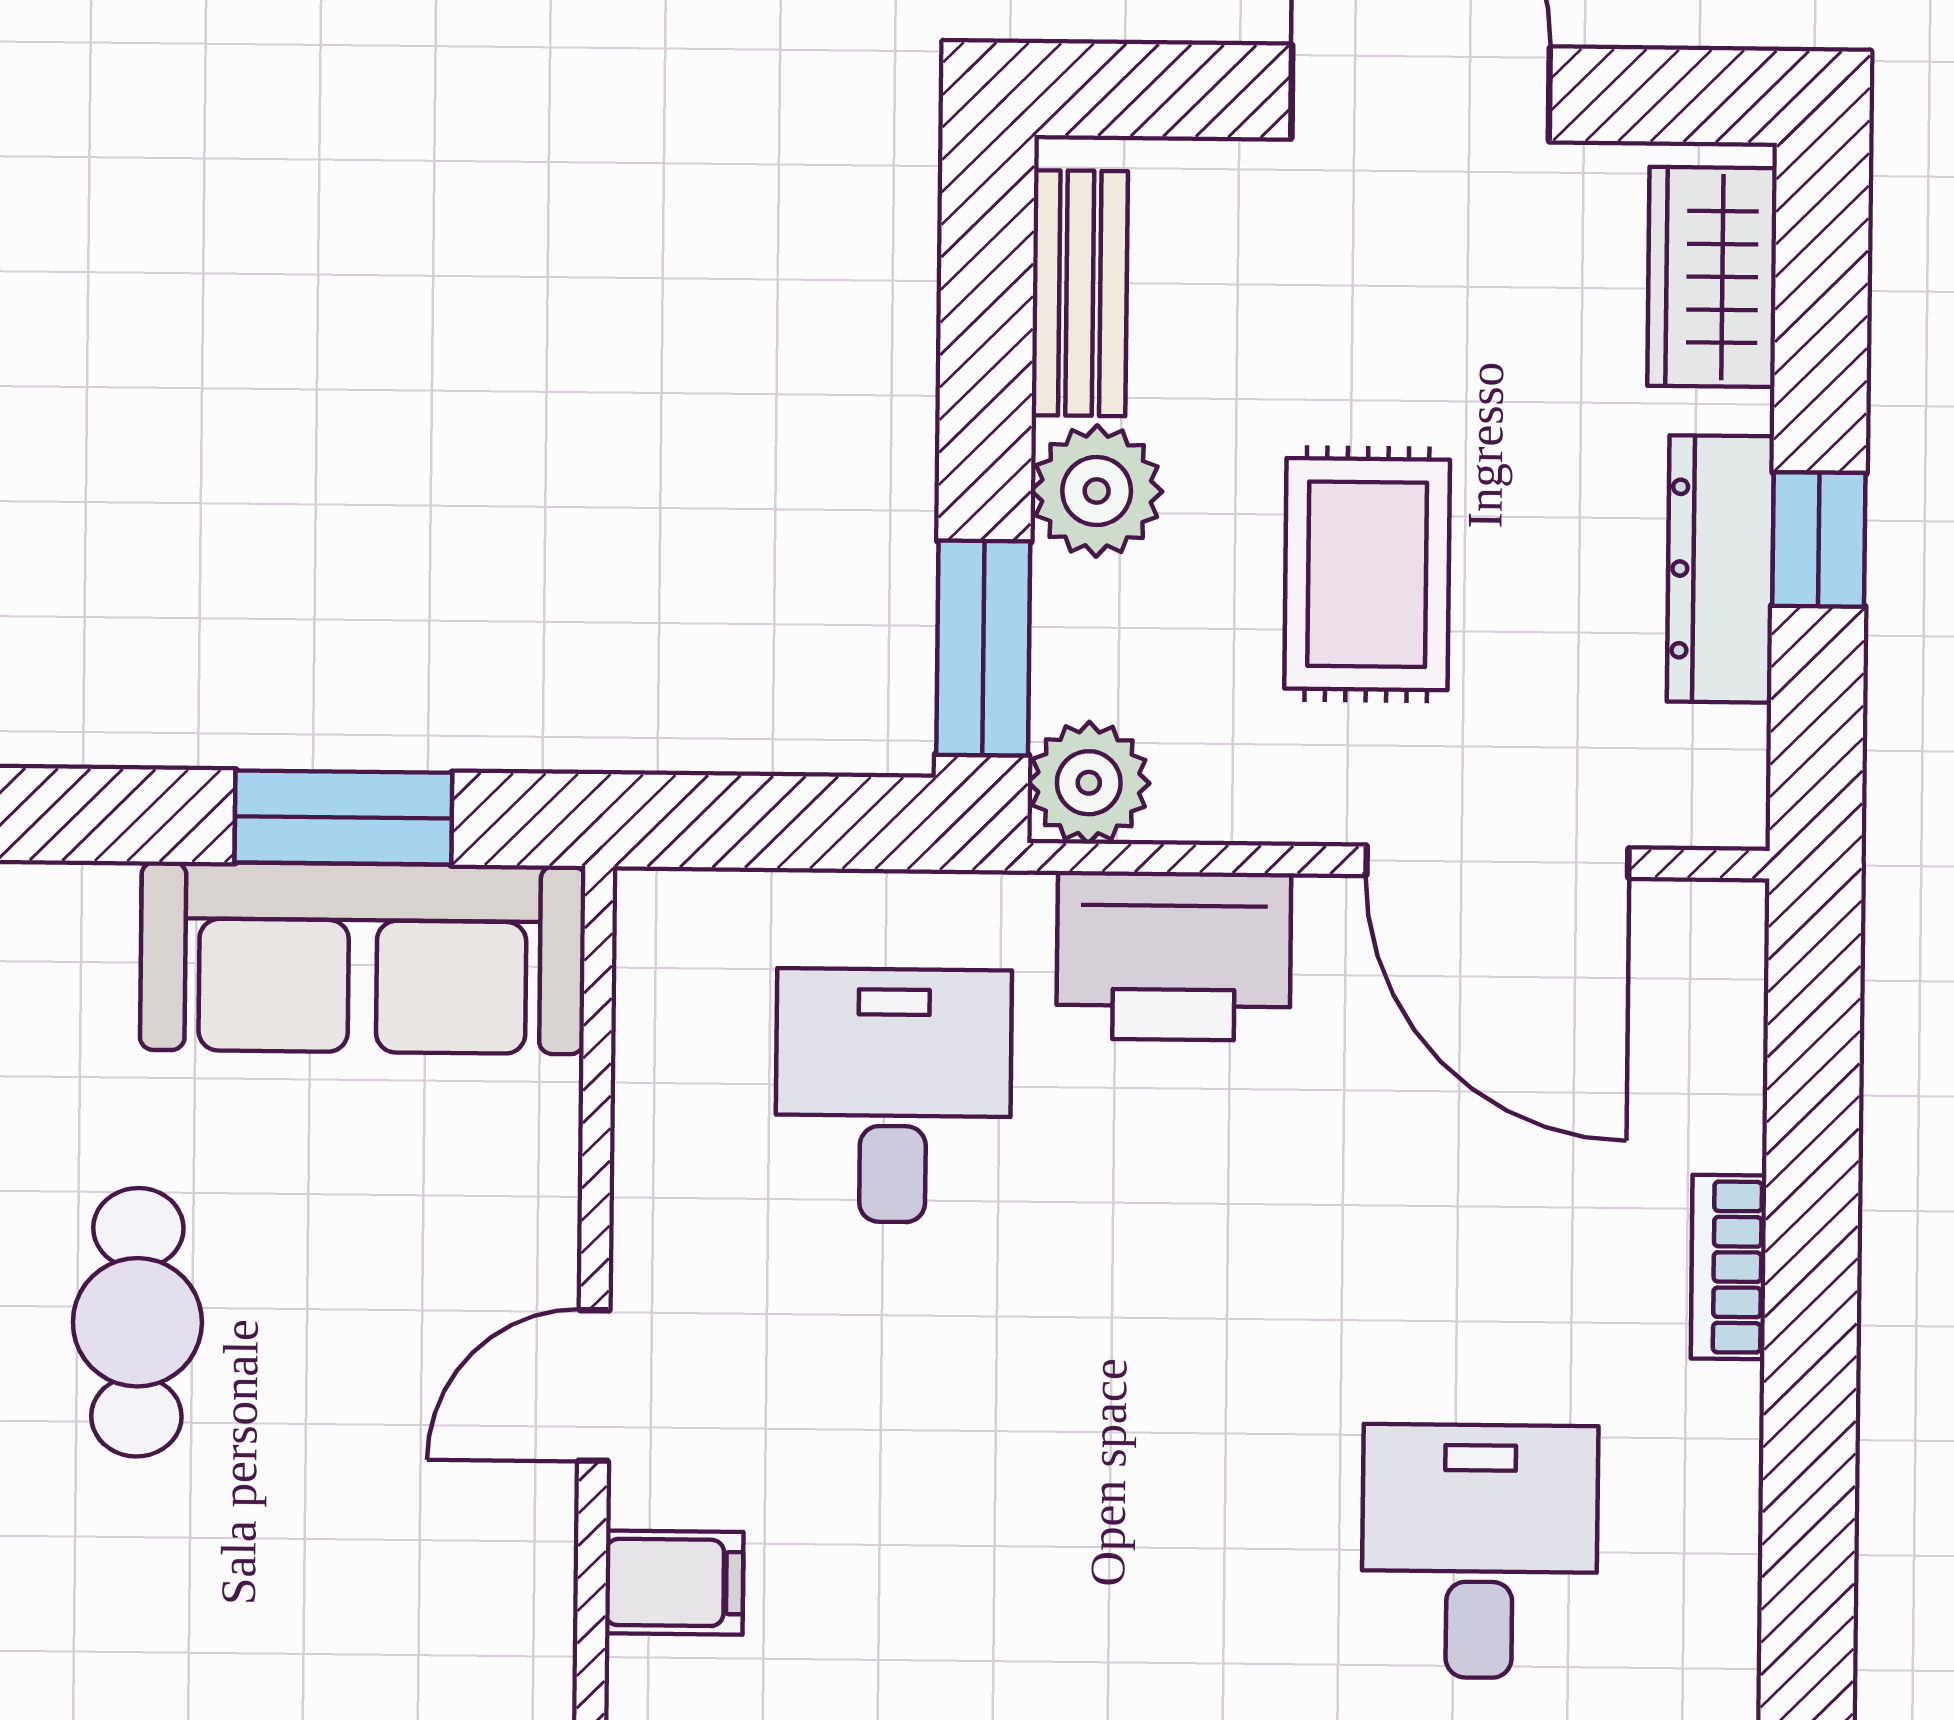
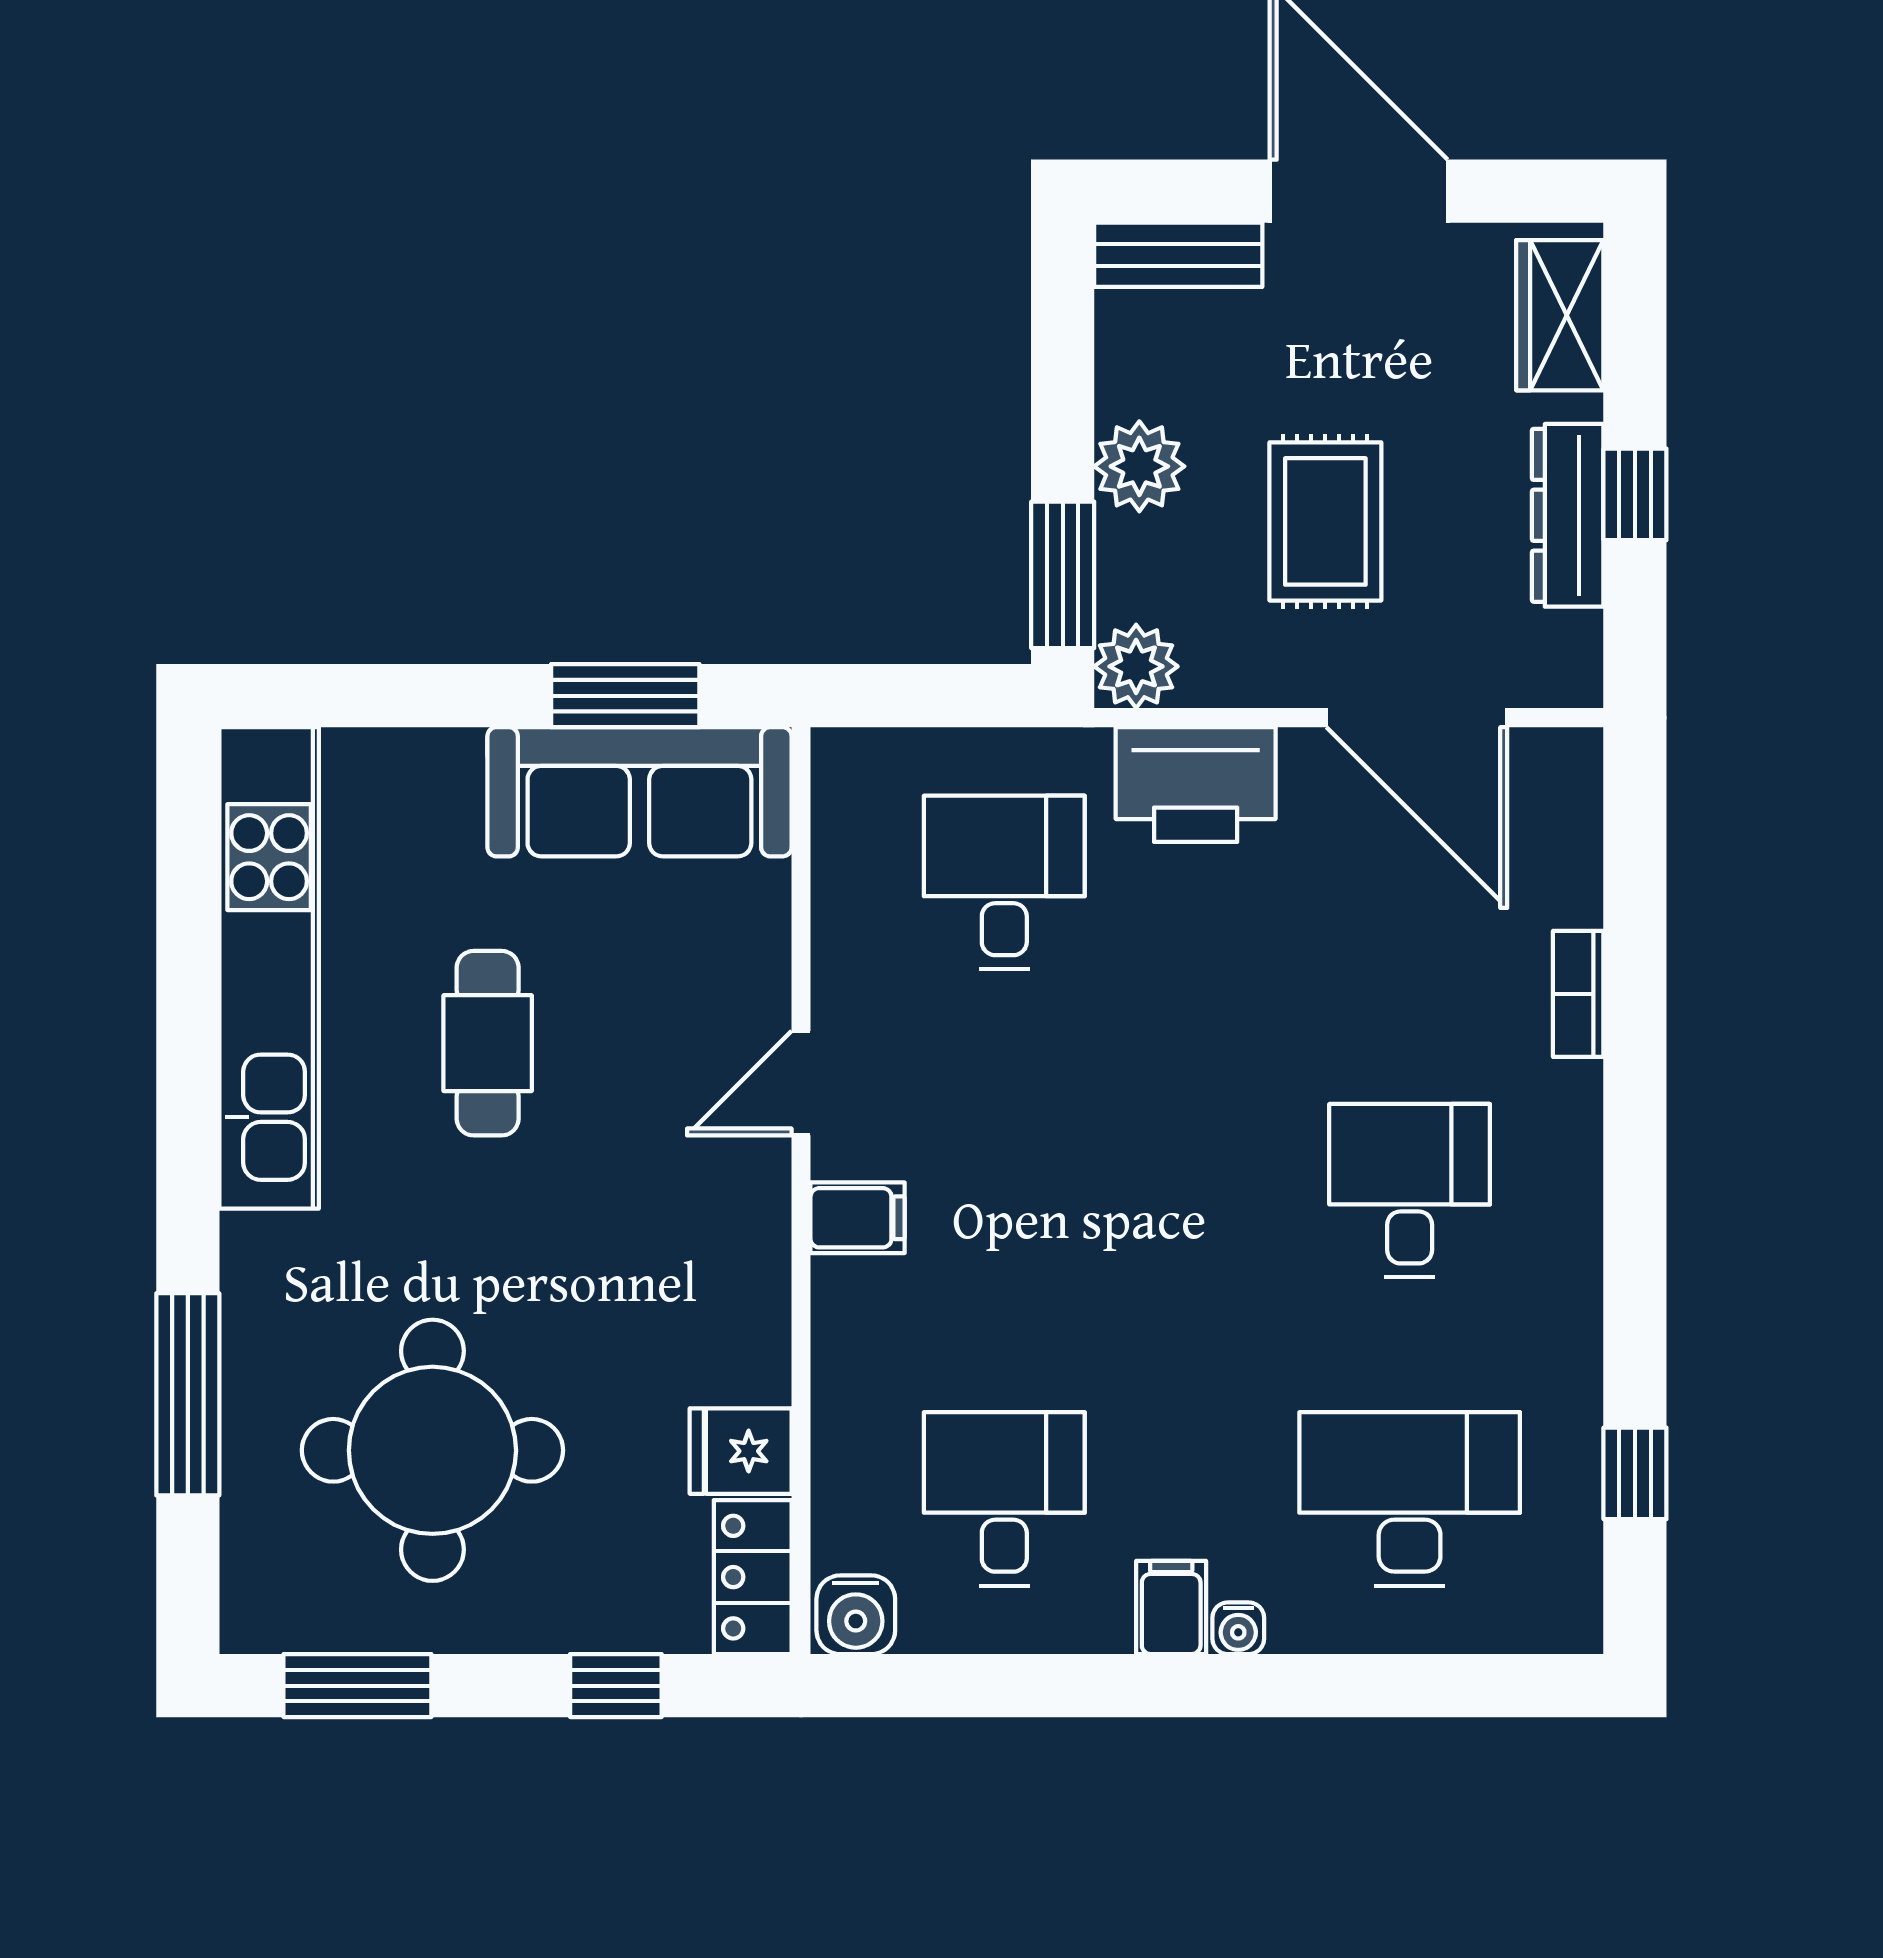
bench: (1080, 293) -> (1178, 255), moved, turned 90

